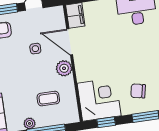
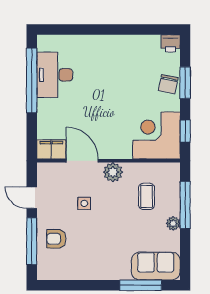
door: (70, 42) -> (82, 161), swing flipped
chair: (138, 91) -> (168, 84), moved

